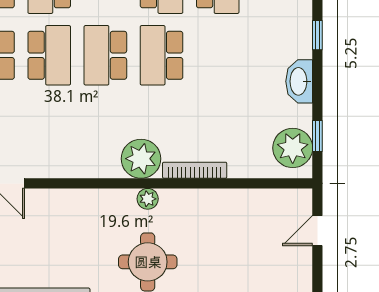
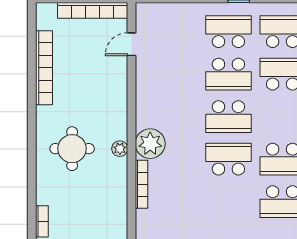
school desk: (105, 55) -> (228, 117), turned 180

